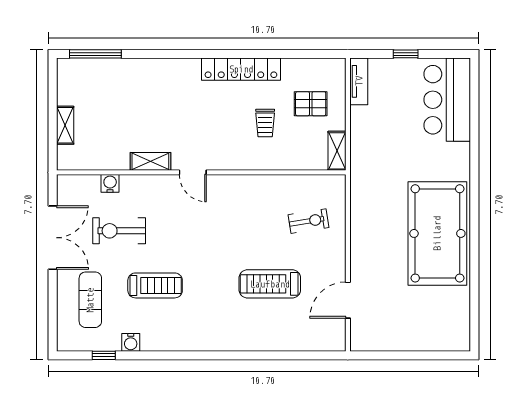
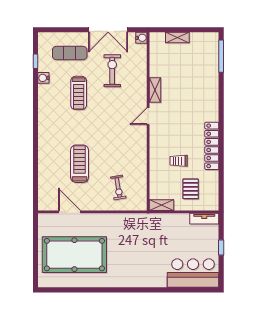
water cooler: (110, 183) -> (141, 38), moved
pool table: (437, 233) -> (74, 255), moved

